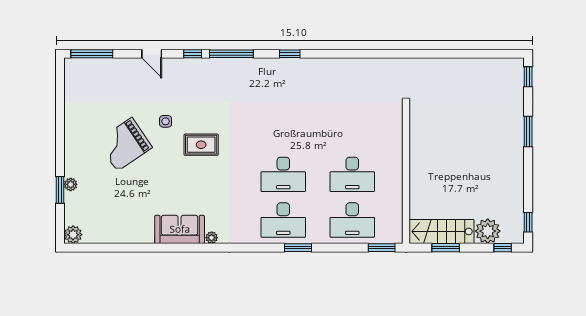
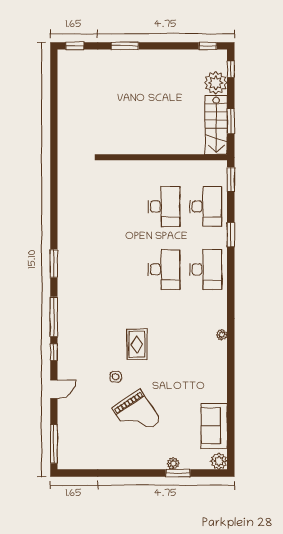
window: (290, 54) -> (54, 263), width x1.50
sofa: (180, 229) -> (214, 426), moved
window: (298, 248) -> (231, 235), moved

